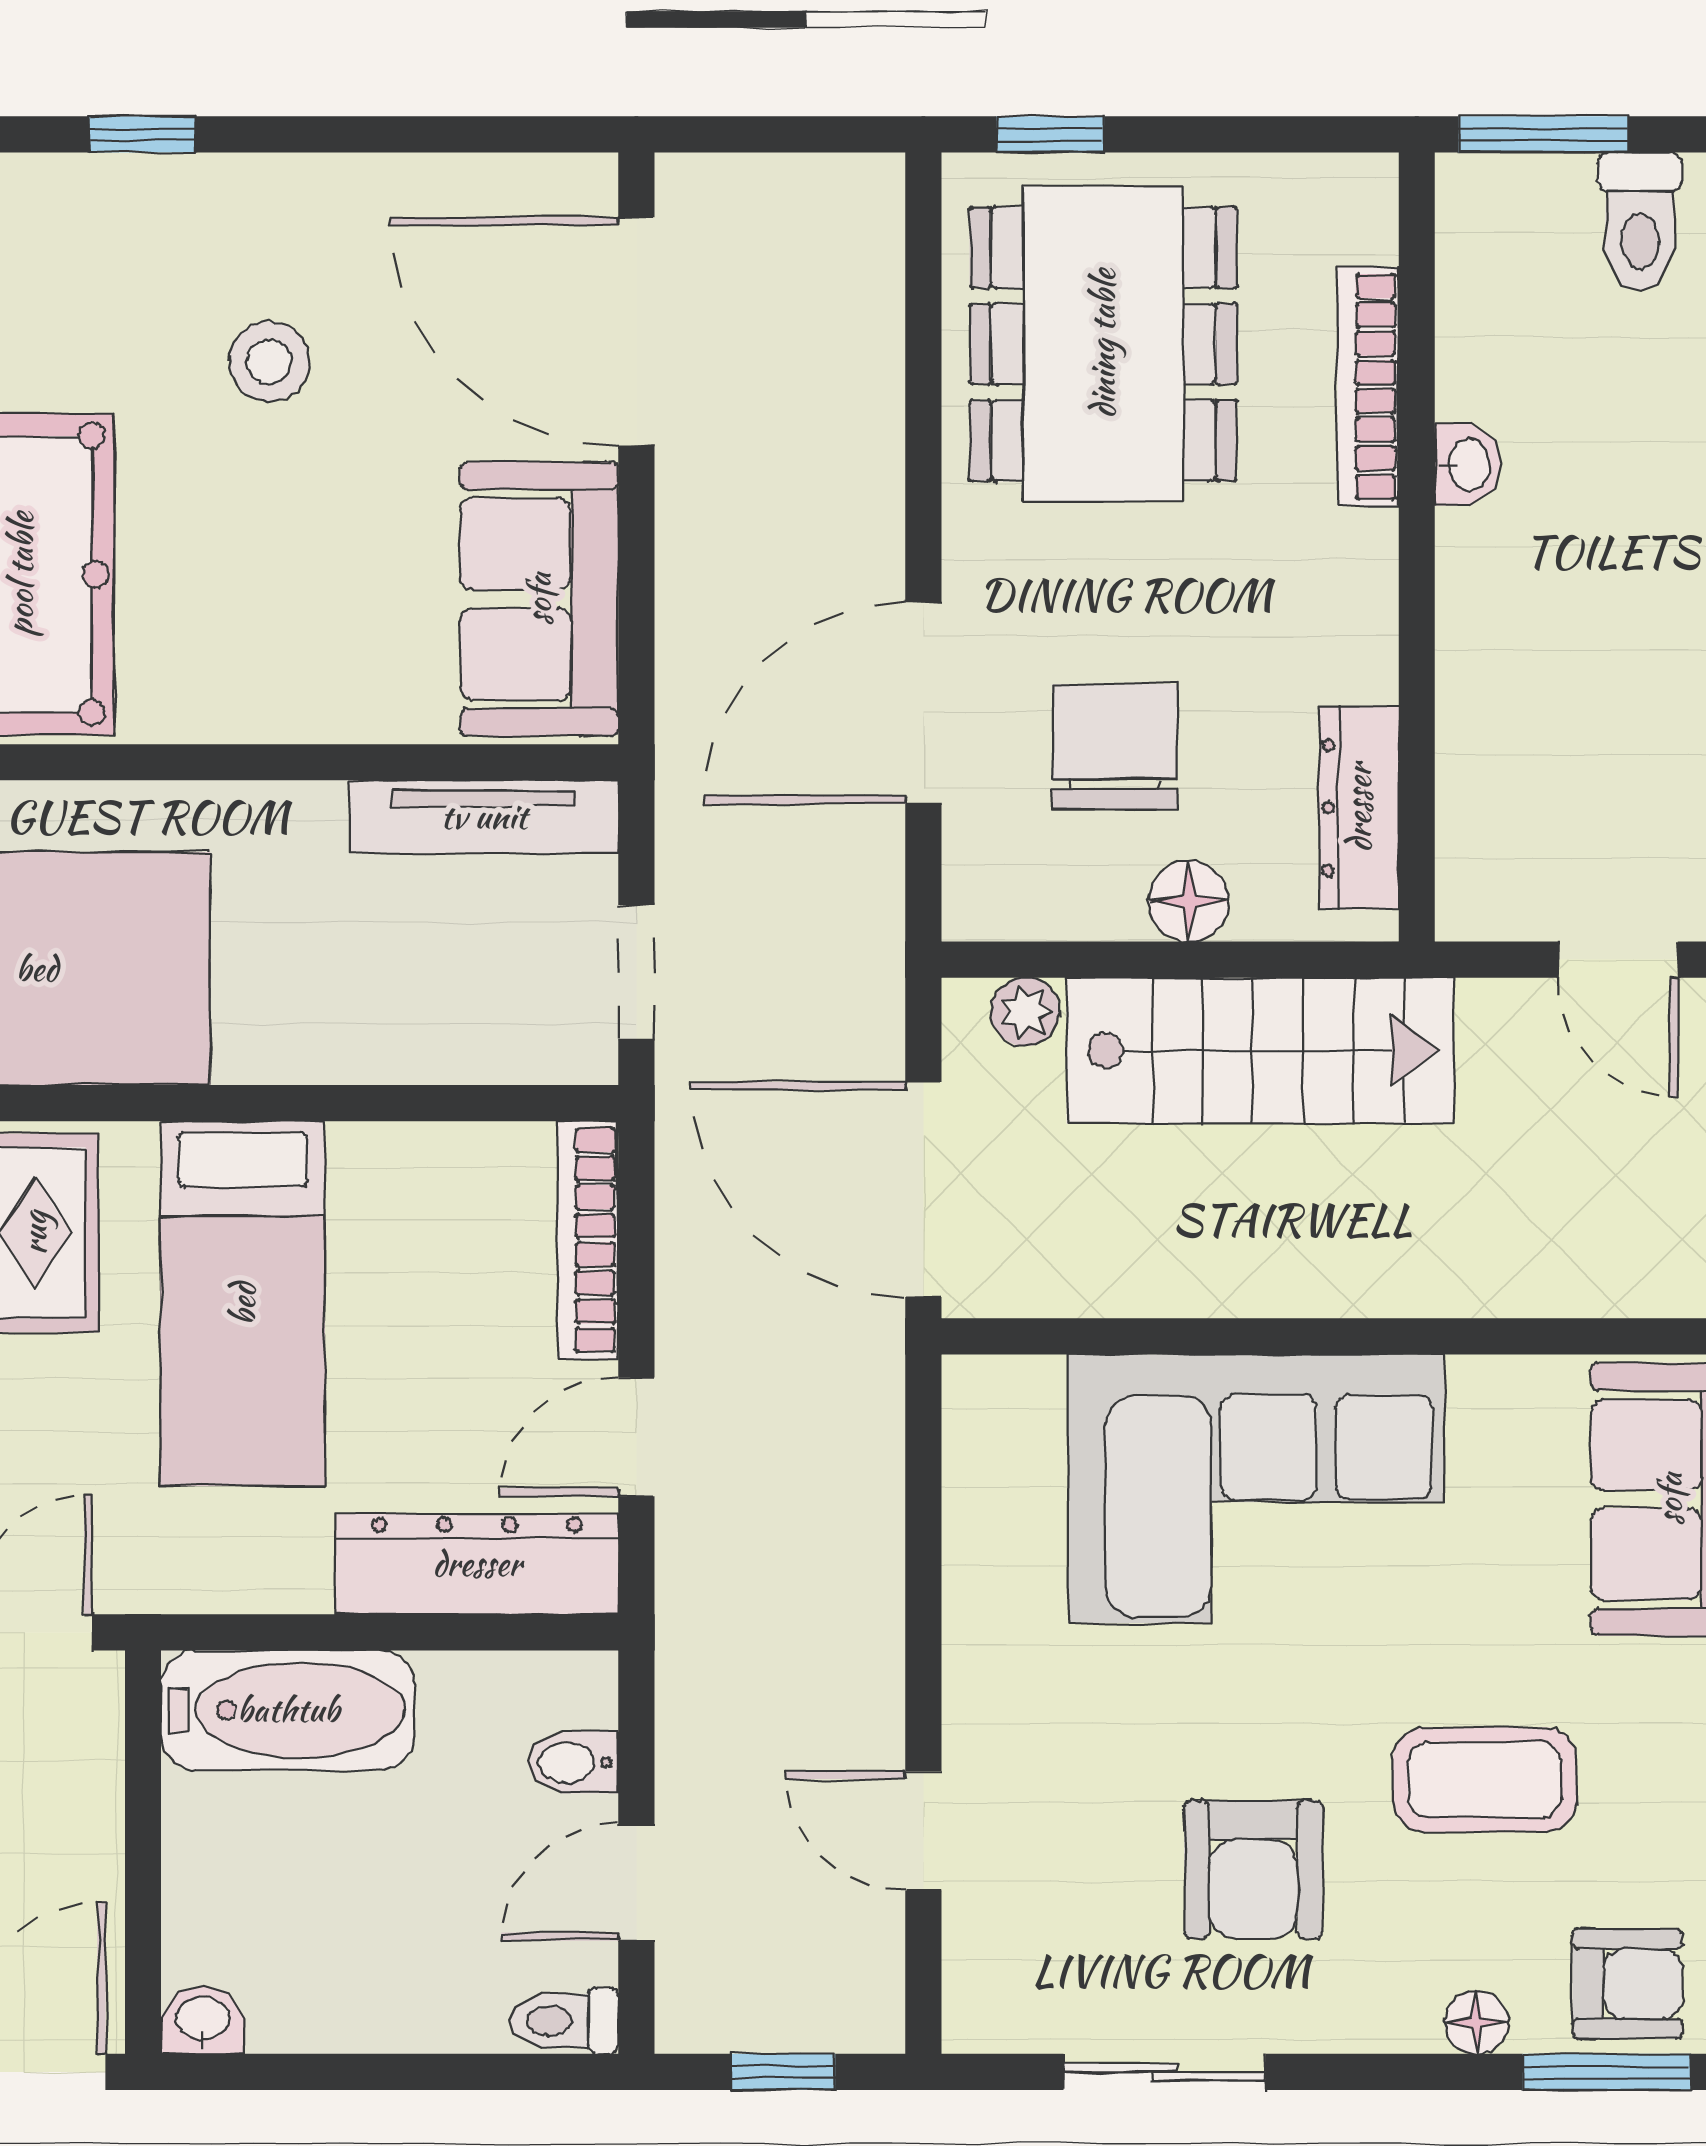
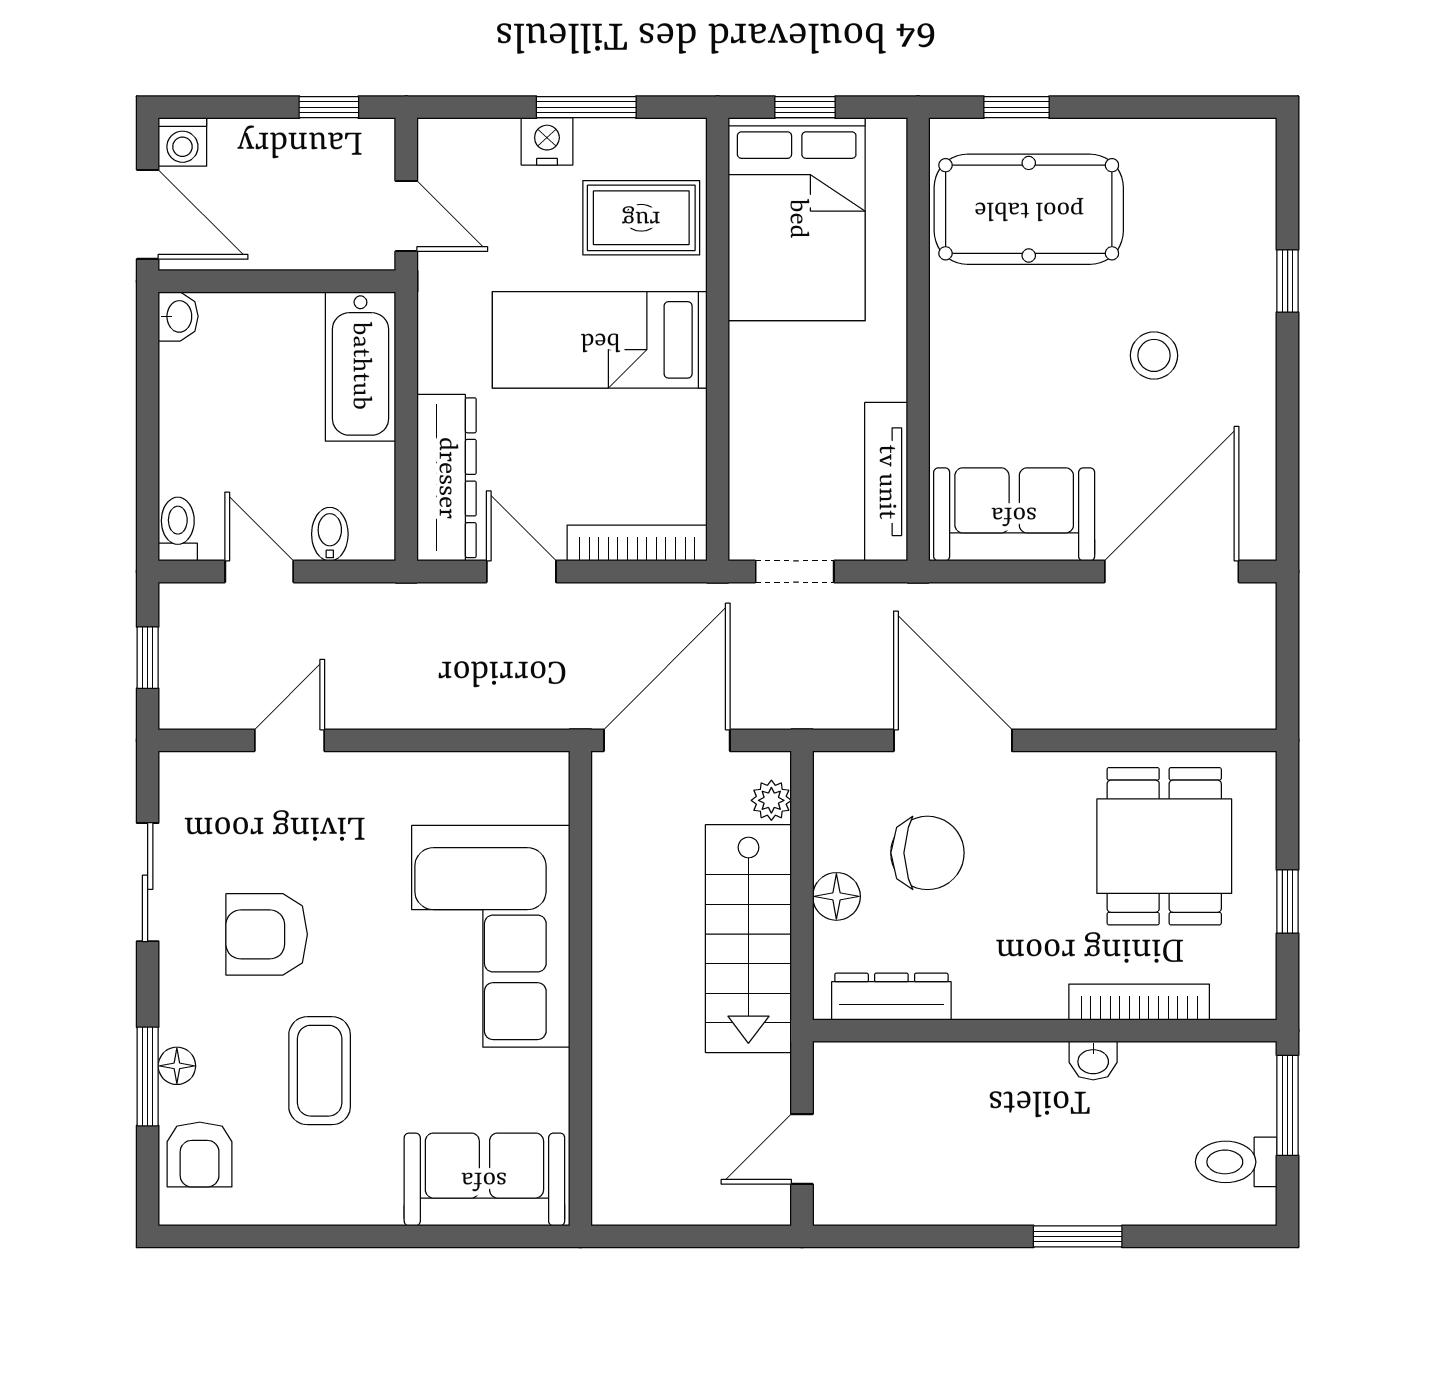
window: (1050, 134) -> (1288, 902), moved
dining table: (1103, 344) -> (1164, 846), width x0.73
window: (1607, 2072) -> (148, 1076), moved

